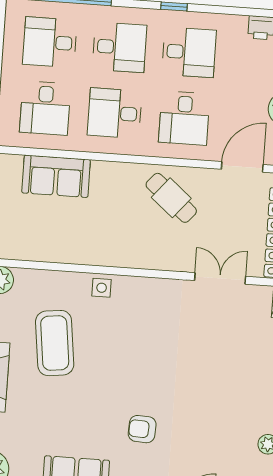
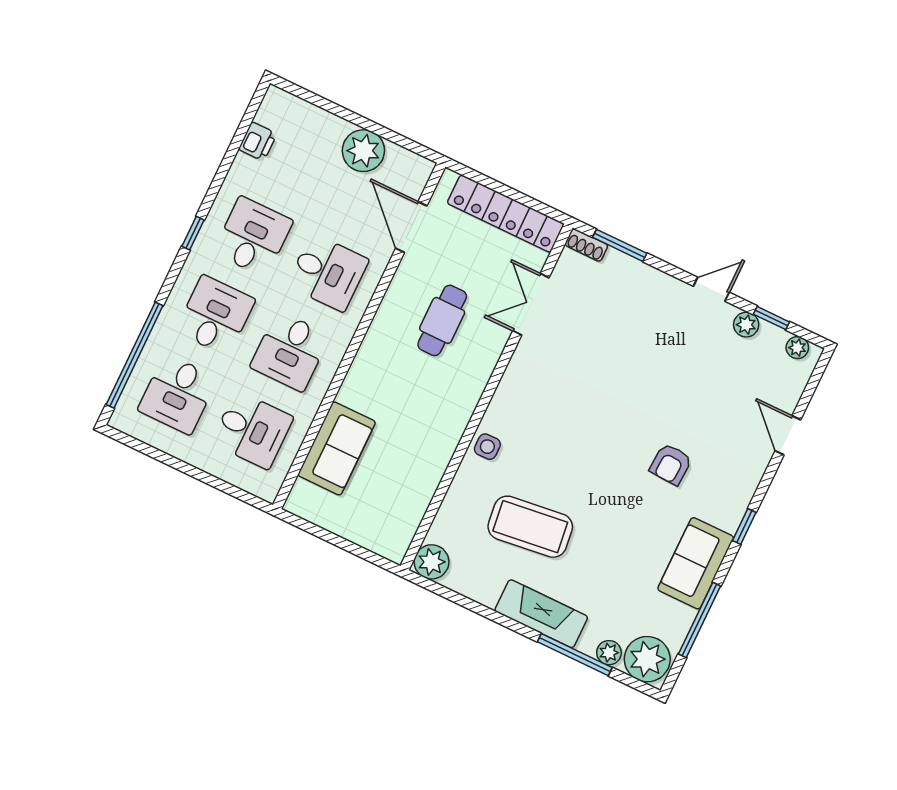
cafe table: (171, 198) -> (442, 320), moved, turned -40

